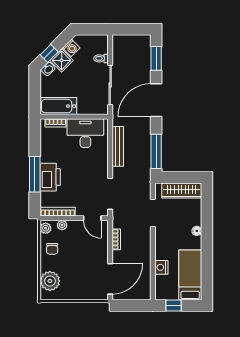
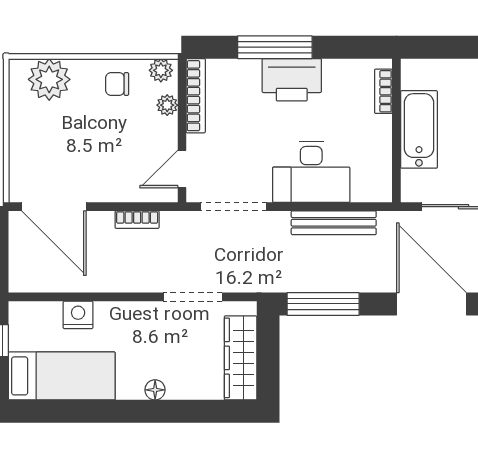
bathtub: (58, 106) -> (419, 129), moved
desk: (85, 133) -> (311, 172), moved, turned 90
printer: (50, 177) -> (292, 80), moved

